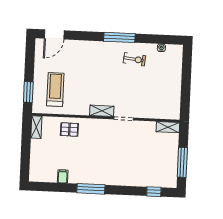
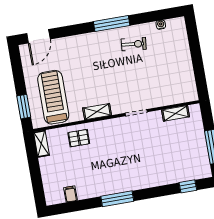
treadmill: (55, 90) -> (53, 97), width x1.37, depth x1.38
shelving: (102, 111) -> (97, 112), moved
shelving: (168, 127) -> (175, 113), moved
filing cabinet: (63, 176) -> (71, 194), moved

